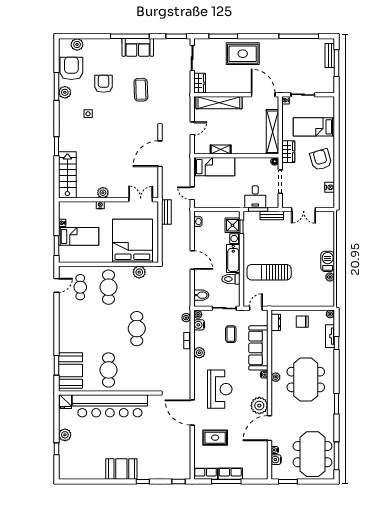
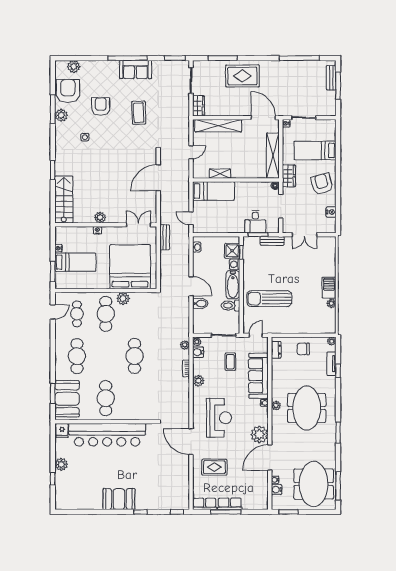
plant: (139, 272) -> (123, 298), moved
bidet: (201, 295) -> (200, 304), moved
cafe table: (80, 329) -> (77, 356), added

